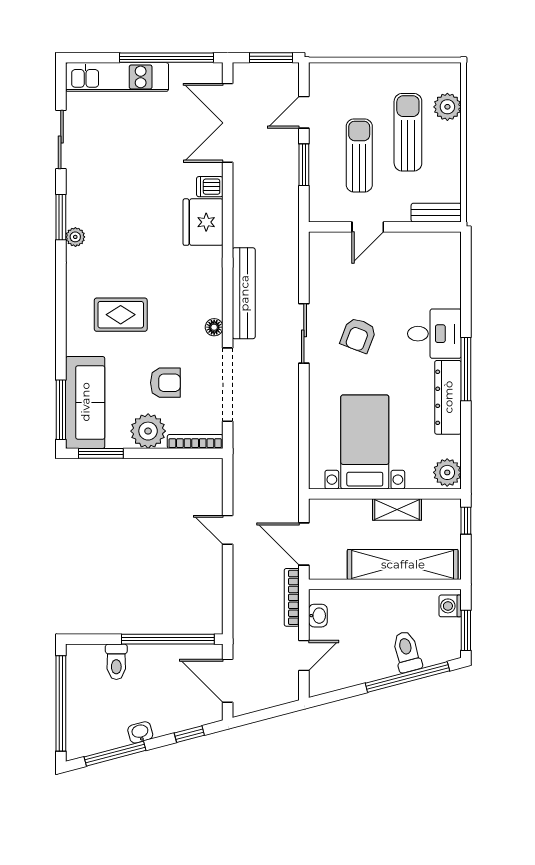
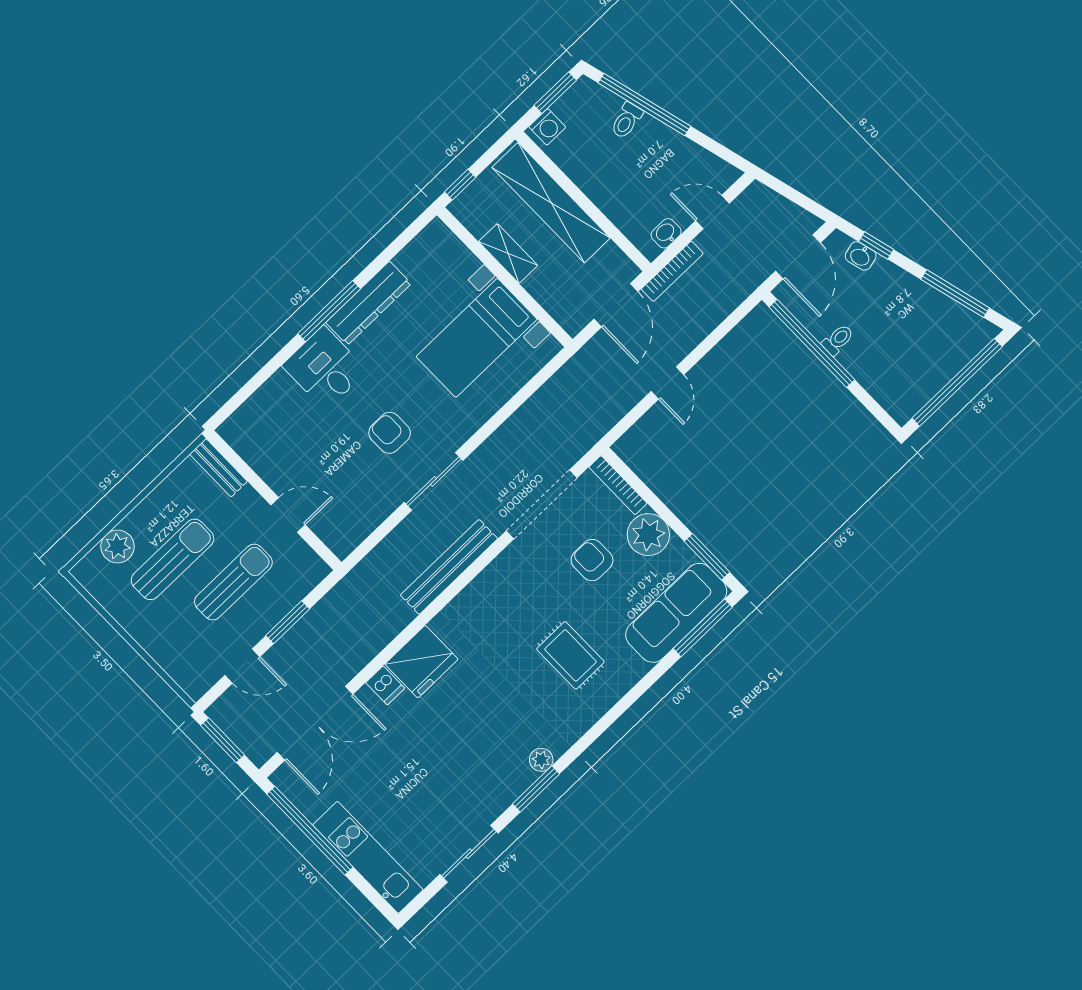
sun lounger: (408, 132) -> (172, 559), turned 180
sun lounger: (359, 156) -> (233, 582), turned 180
floor lamp: (214, 327) -> (503, 564), removed
armchair: (358, 335) -> (390, 433), turned -111
plant: (447, 472) -> (434, 241), removed
toilet: (407, 652) -> (627, 121), width x0.73, depth x0.72
toilet: (116, 662) -> (838, 340), moved, width x0.73, depth x0.72
washbasin: (140, 732) -> (861, 256), moved

